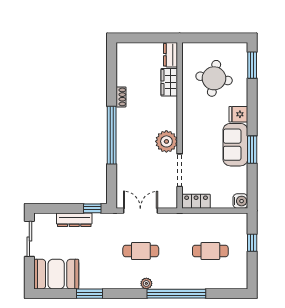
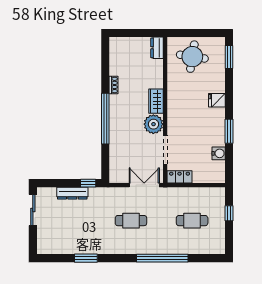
round table: (214, 78) -> (192, 57), moved
wardrobe: (169, 82) -> (156, 101), moved
sofa: (235, 145) -> (214, 127), removed
water cooler: (240, 201) -> (219, 153), moved
double door: (140, 211) -> (144, 185), moved
booth: (56, 274) -> (56, 241), removed
plant: (146, 283) -> (136, 249), removed

